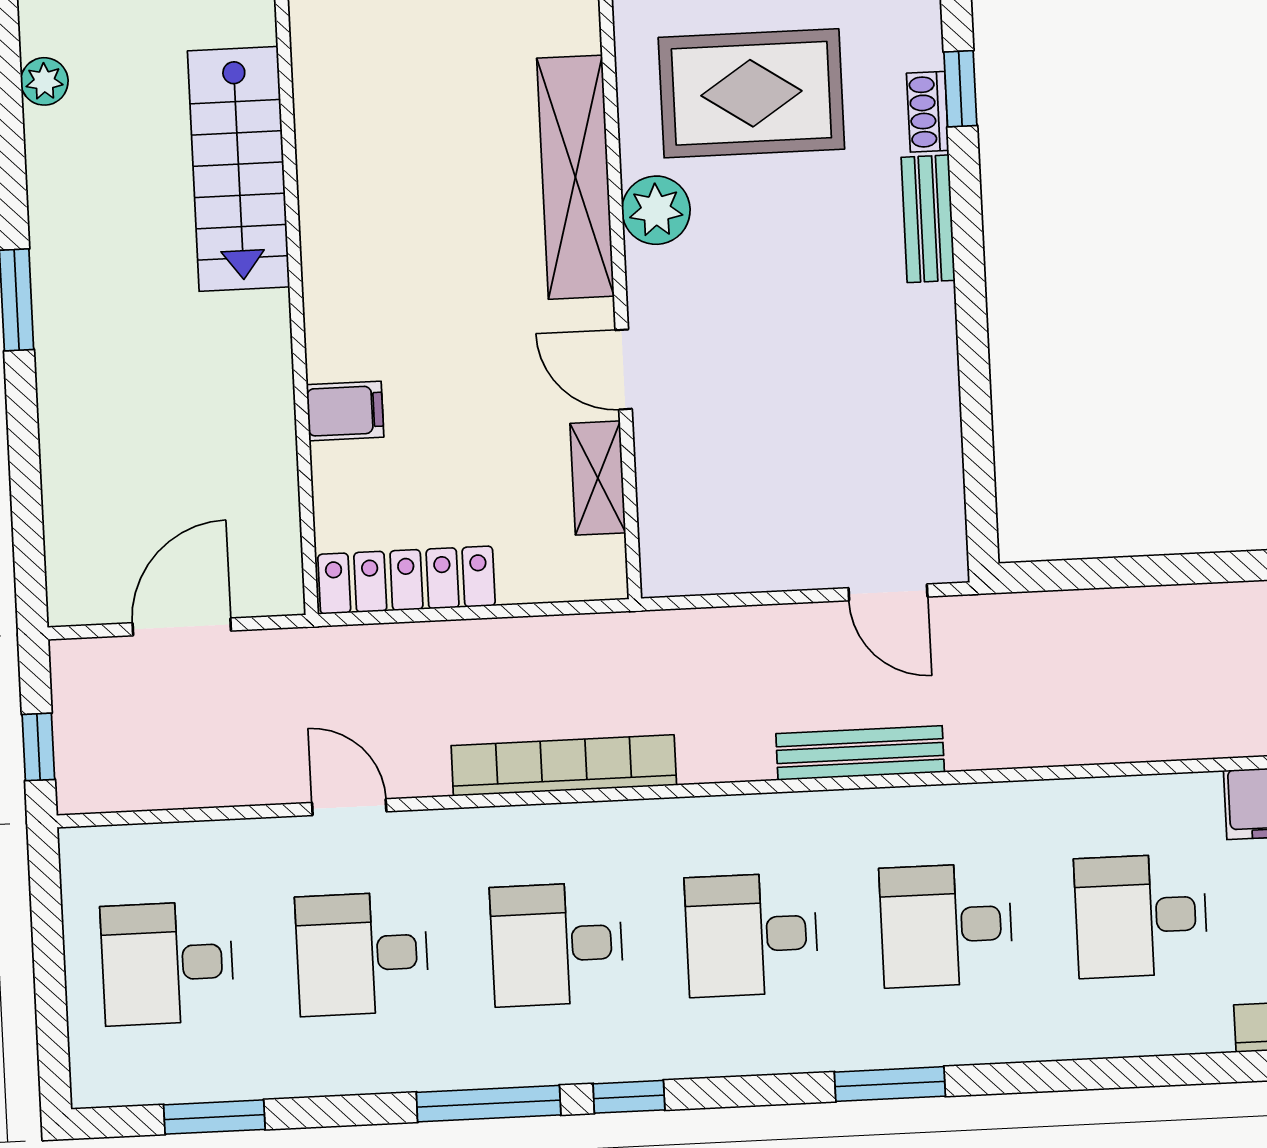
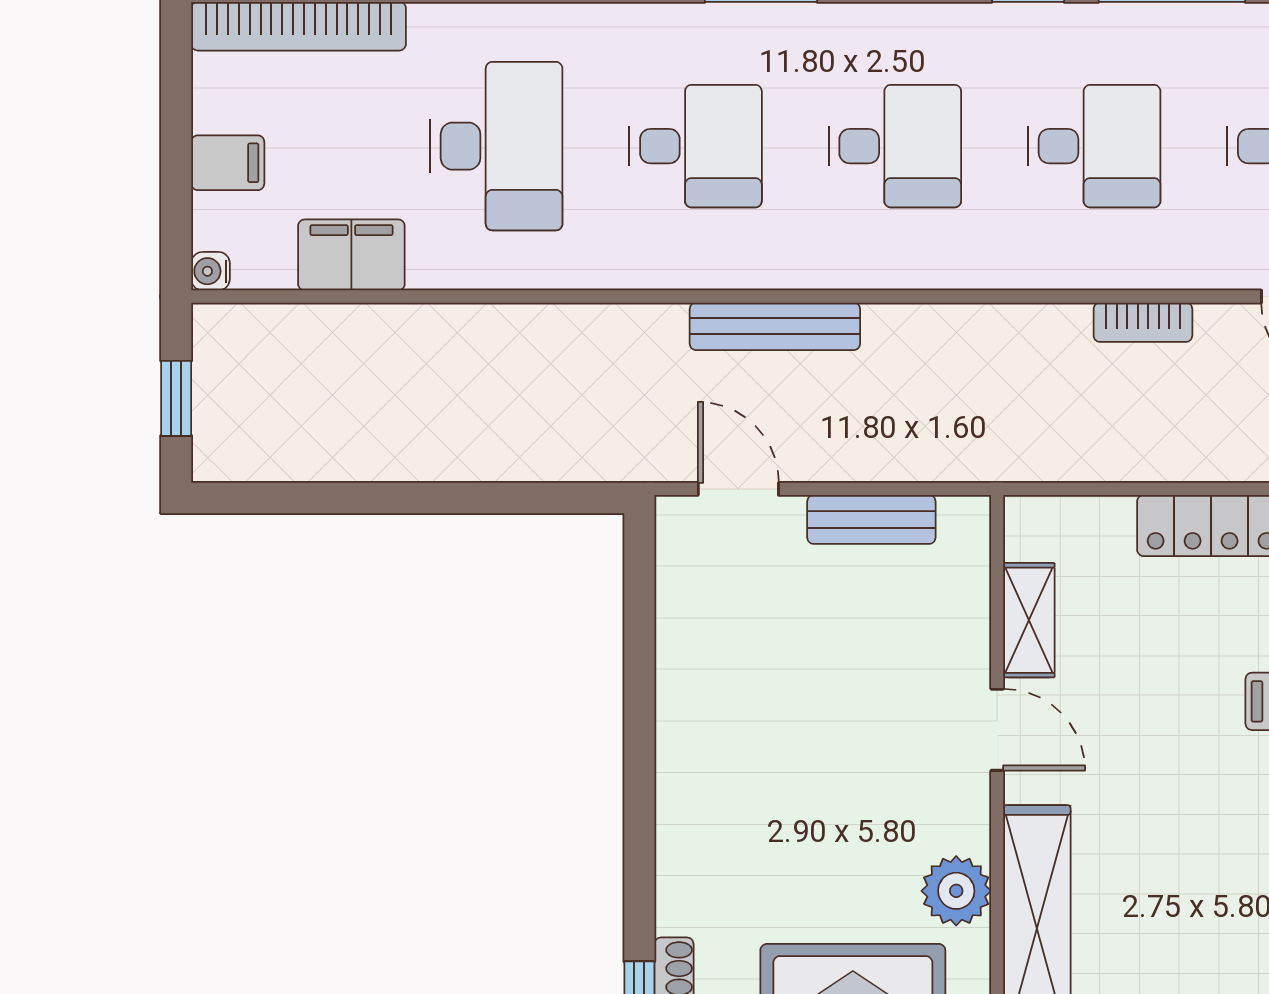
bench: (928, 219) -> (871, 519), moved, turned 90
bookcase: (564, 765) -> (1143, 322), width x0.43, depth x0.76
desk: (1141, 916) -> (496, 146), width x1.37

